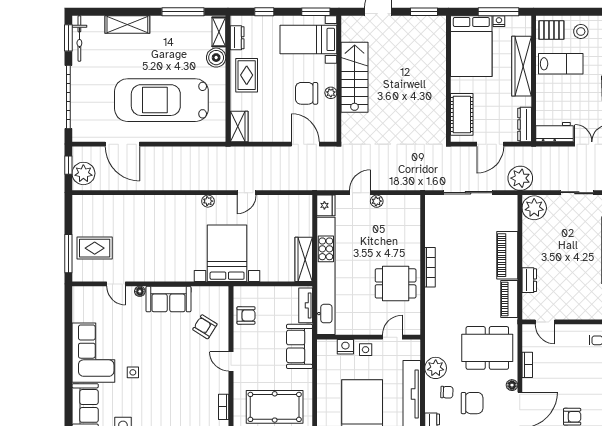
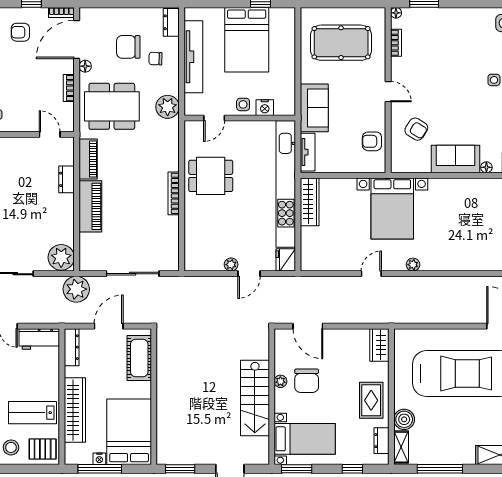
chair: (307, 93) -> (307, 381), turned 90
plant: (436, 368) -> (168, 107), moved

